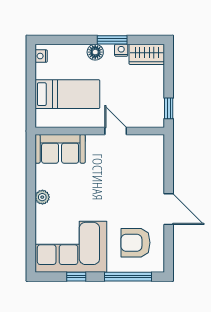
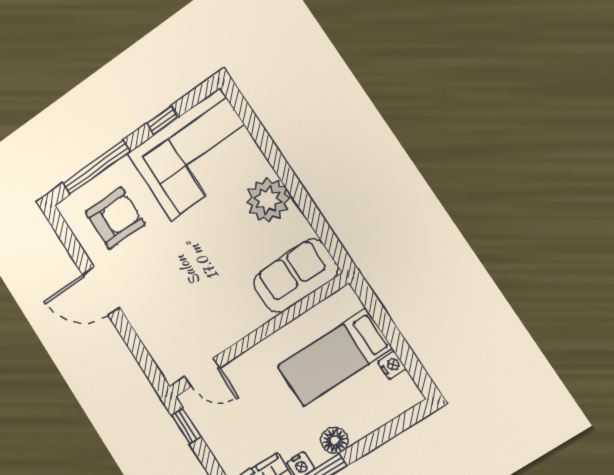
nightstand: (41, 56) -> (392, 365), moved
door: (116, 131) -> (202, 372), moved
plant: (42, 197) -> (268, 200), width x1.88, depth x1.88

